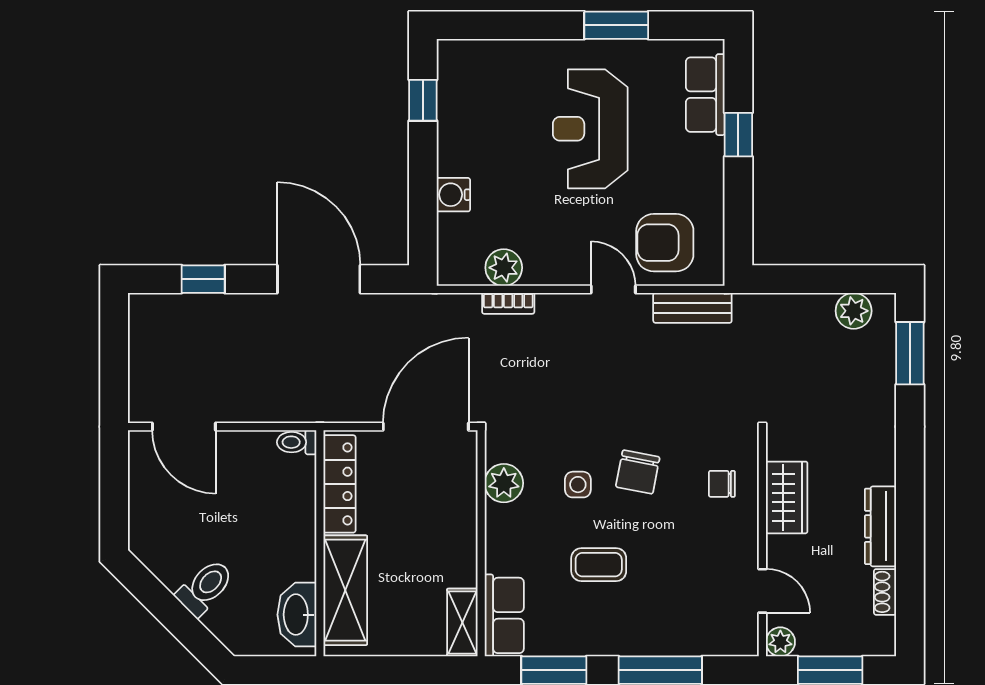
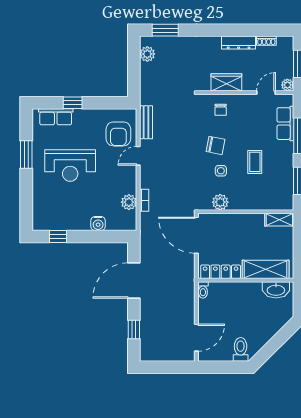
toilet: (205, 587) -> (241, 349), moved, turned 45
row of seats: (504, 615) -> (285, 124), moved, turned -90

